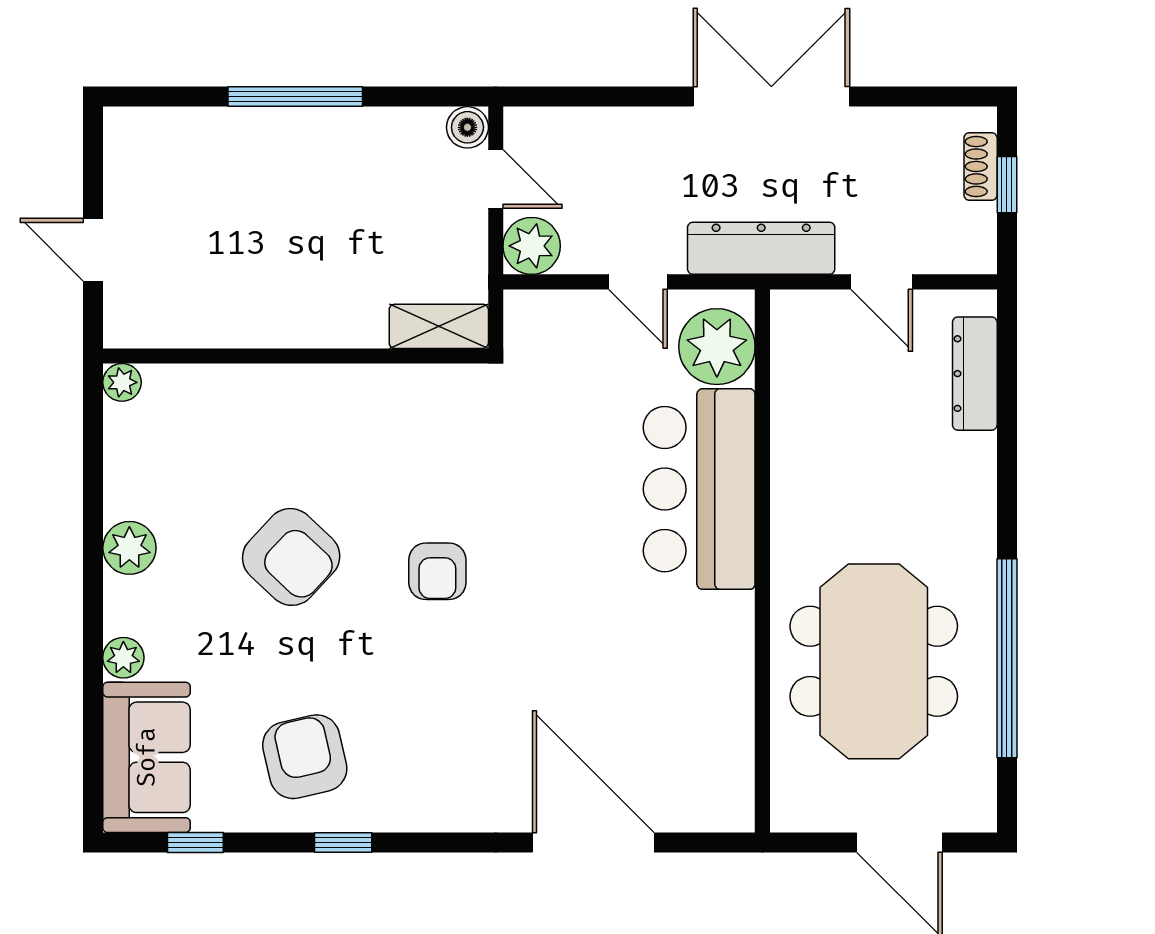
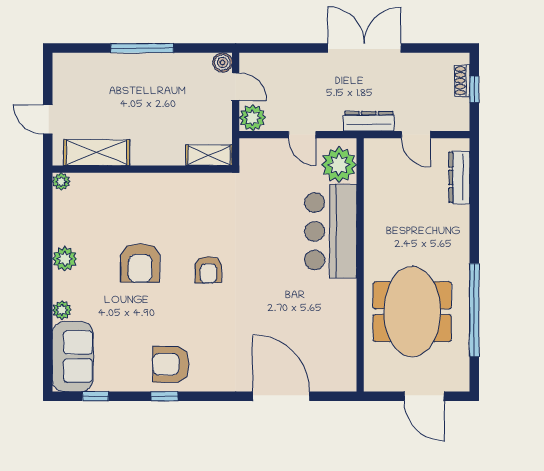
dresser: (761, 248) -> (369, 121), width x0.73, depth x0.80
shelving: (198, 320) -> (97, 153), added
armchair: (291, 557) -> (140, 263), turned 47
armchair: (305, 757) -> (171, 364), moved, turned -77

